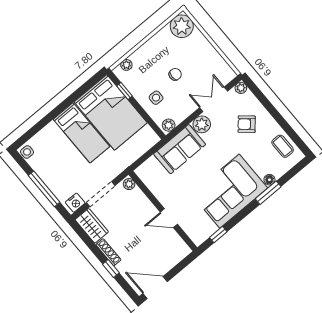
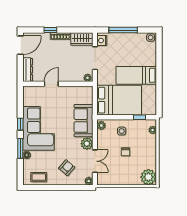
bed: (111, 112) -> (119, 100), moved, turned 180
window: (218, 235) -> (20, 124), moved
dresser: (175, 257) -> (28, 70), added

